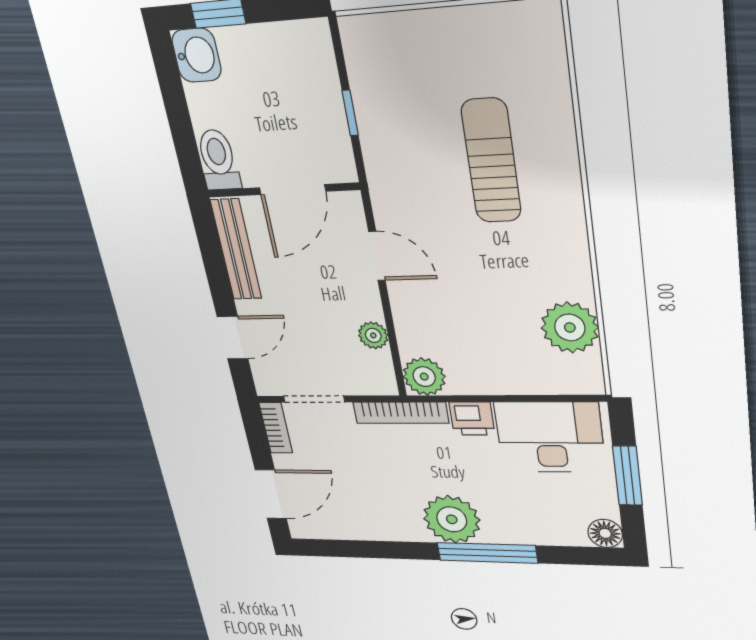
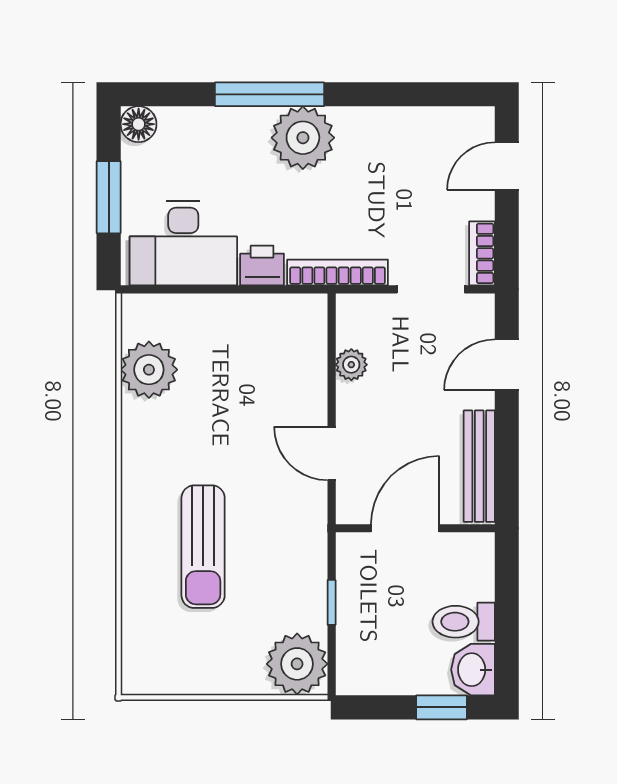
toilet: (218, 160) -> (464, 622), moved, turned 90
plant: (424, 377) -> (297, 664), moved, width x1.36, depth x1.36
door: (271, 494) -> (507, 166), width x0.73

